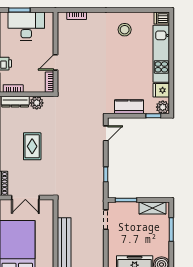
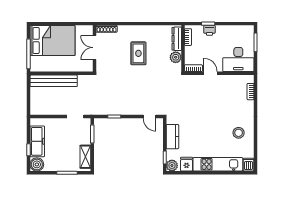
desk: (26, 26) -> (238, 60), moved, turned 90
rug: (32, 146) -> (138, 53), turned 90

